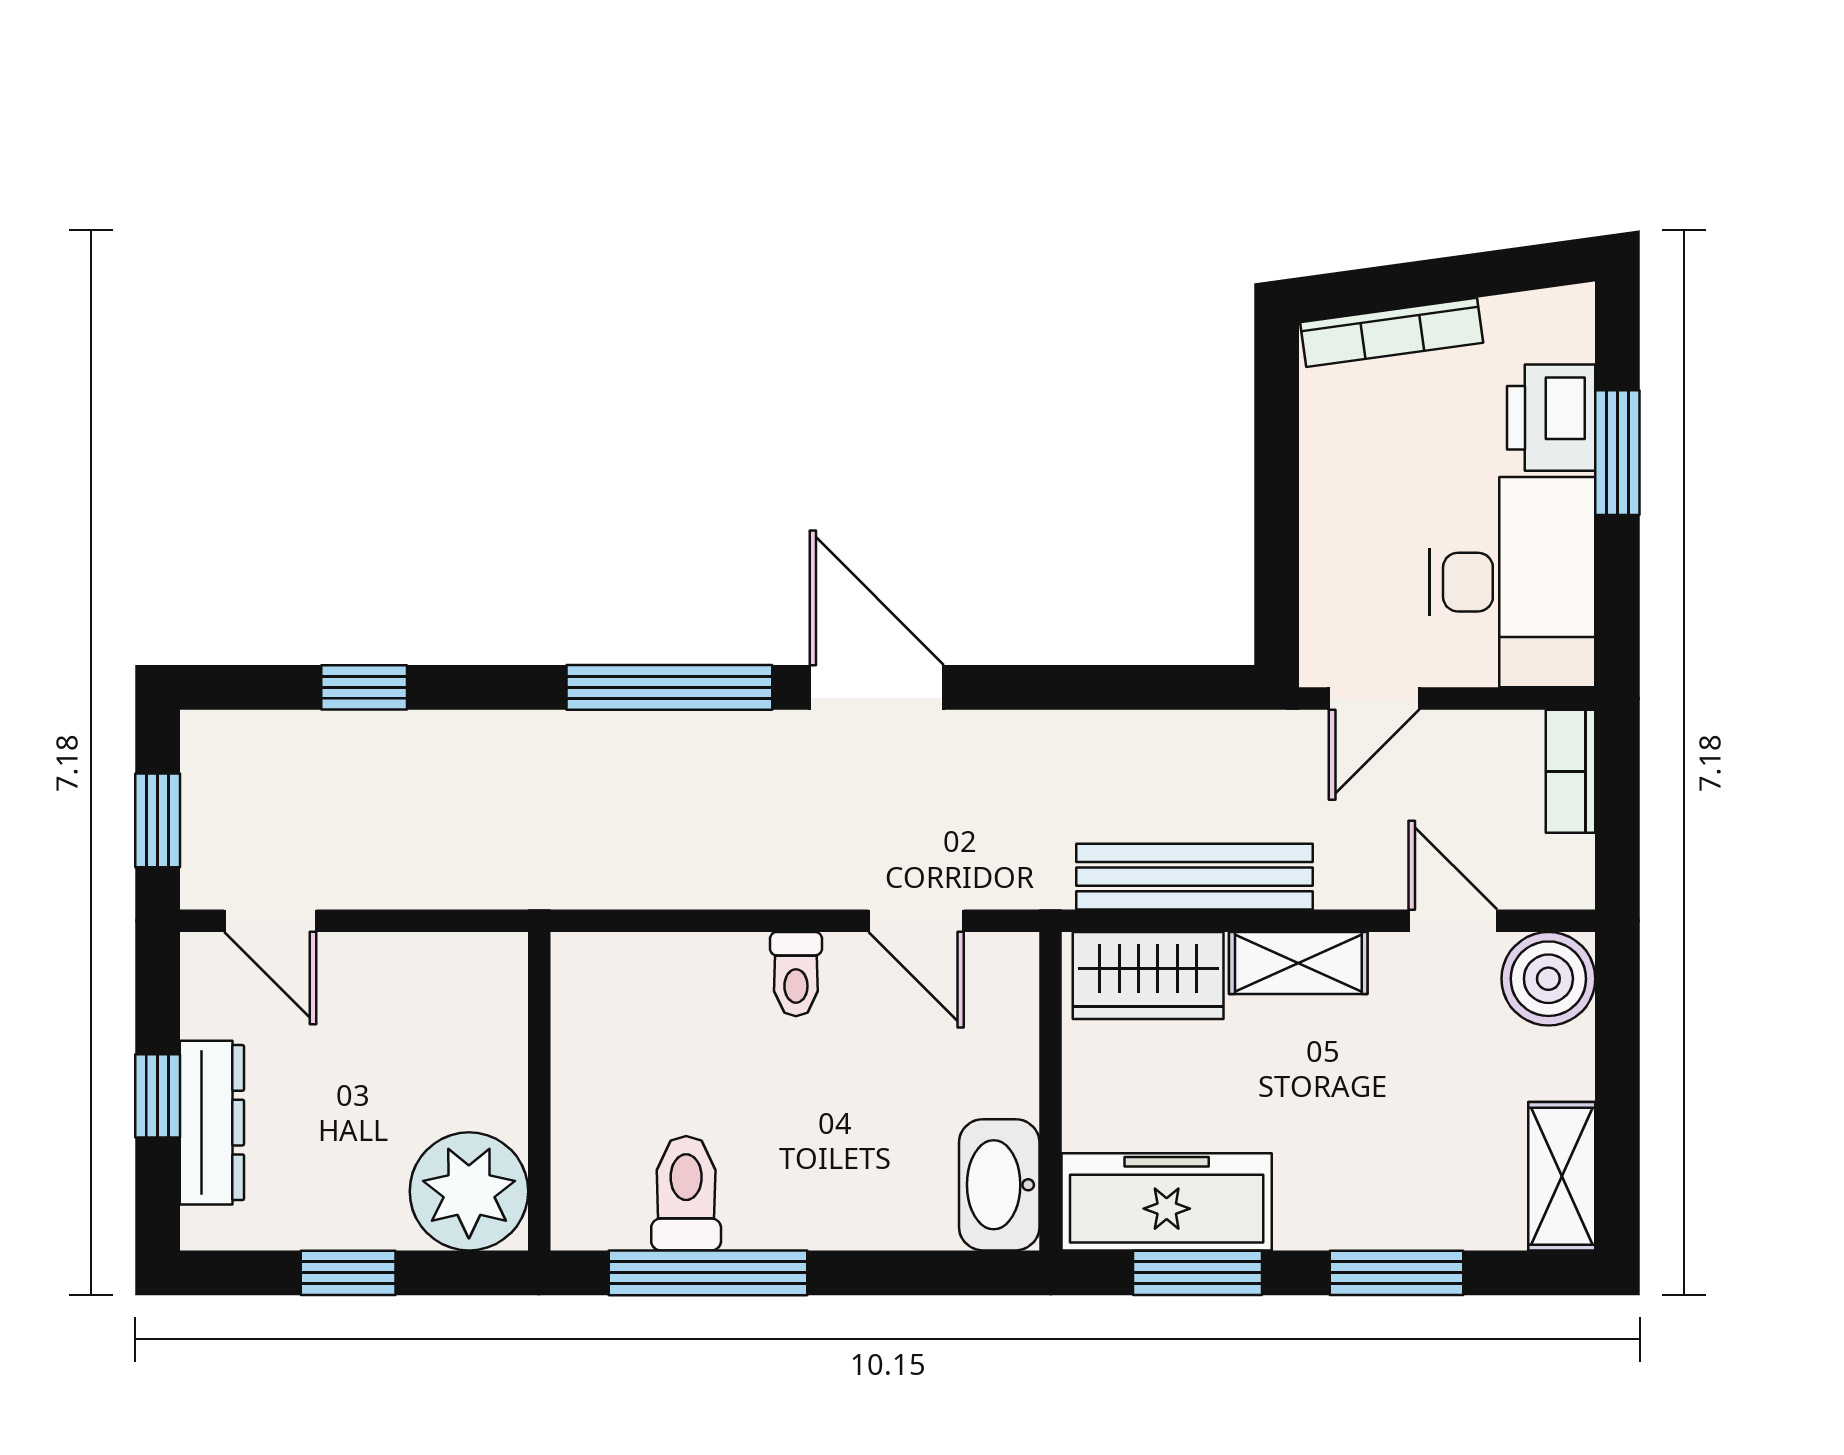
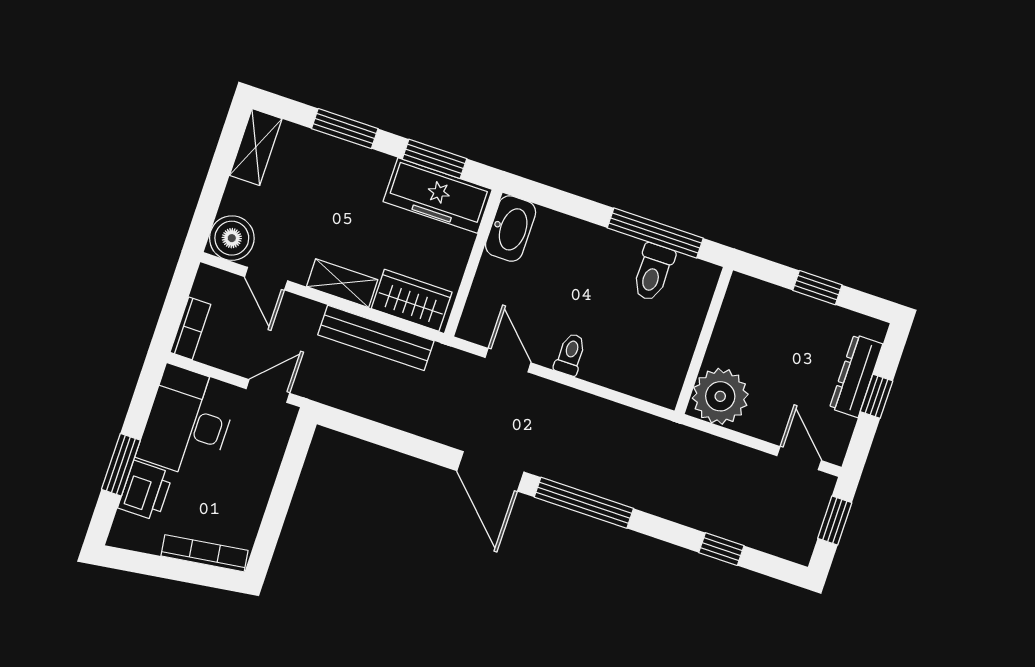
plant: (469, 1191) -> (720, 396), moved

